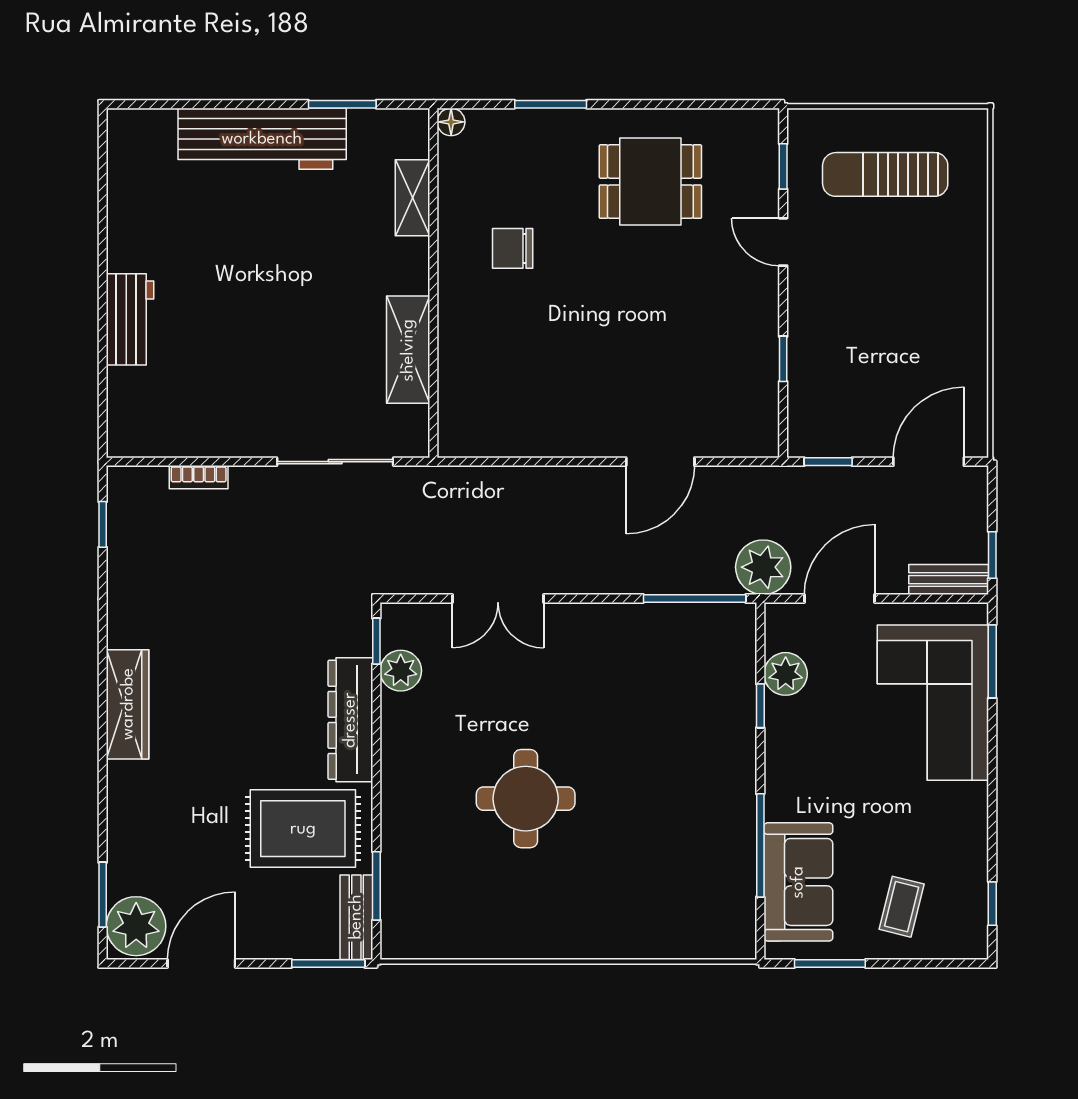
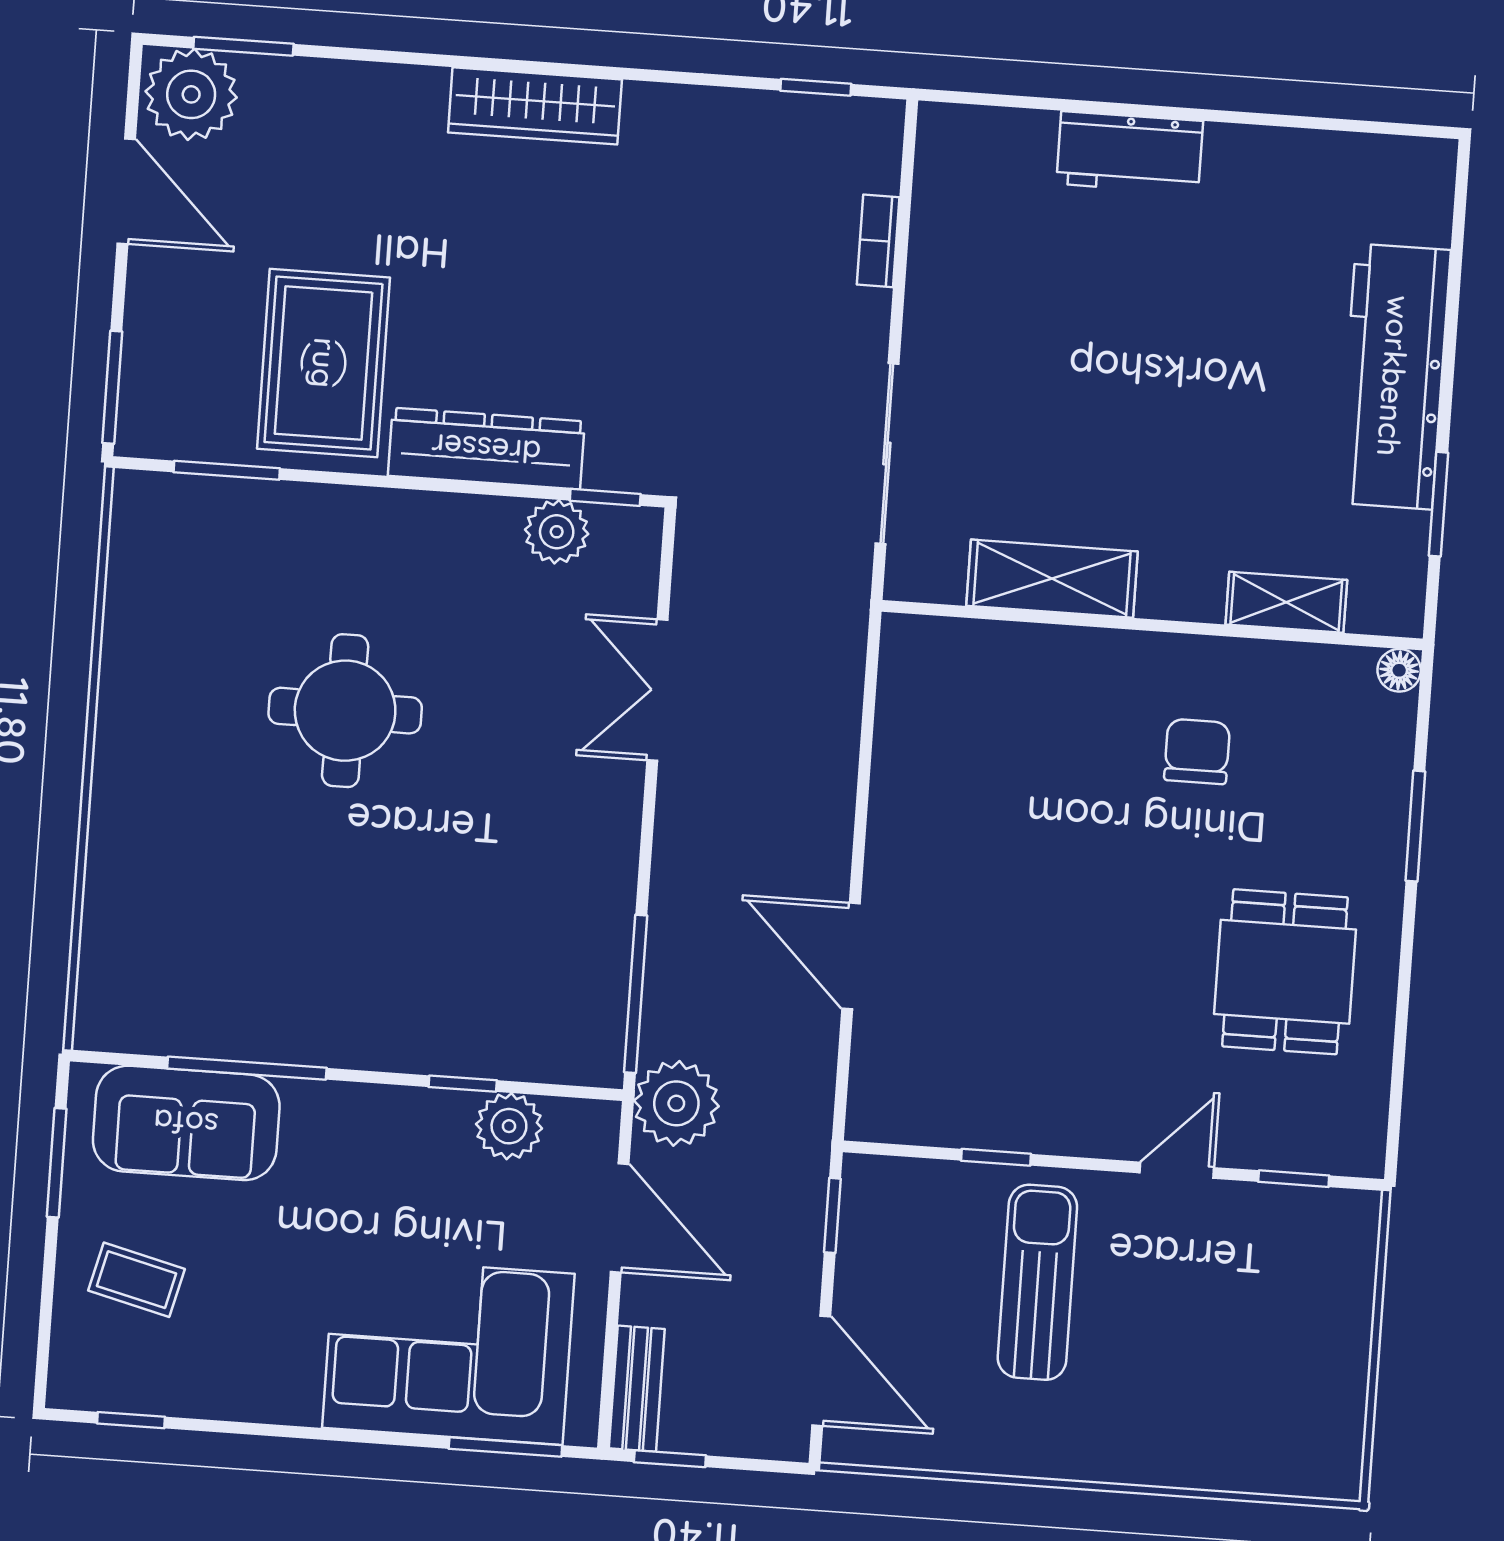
sun lounger: (885, 174) -> (1037, 1282), moved
bench: (356, 917) -> (180, 436), removed

